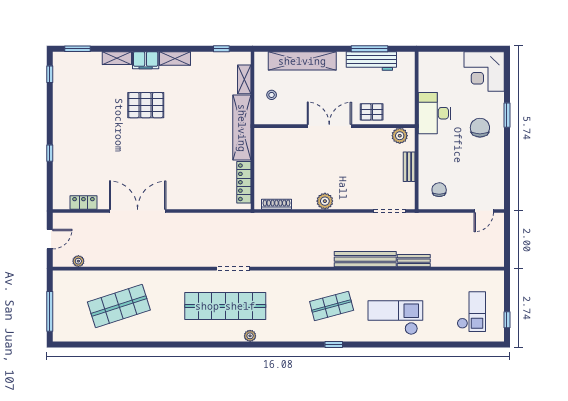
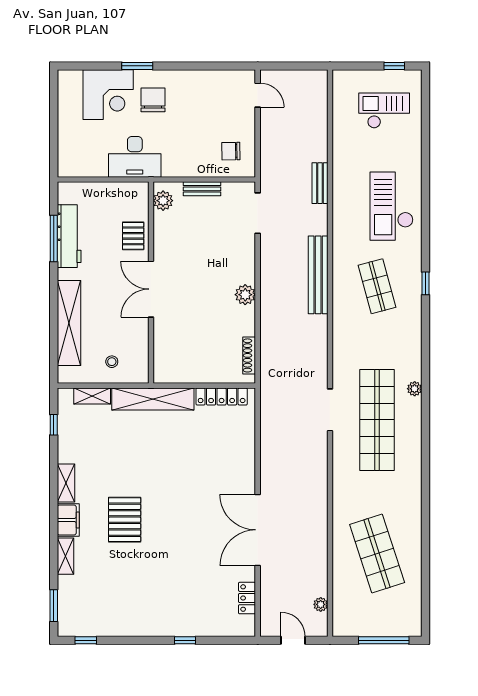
corner desk: (484, 71) -> (108, 95), moved
chair: (480, 128) -> (153, 100), turned 90
bench: (365, 259) -> (318, 275), moved

